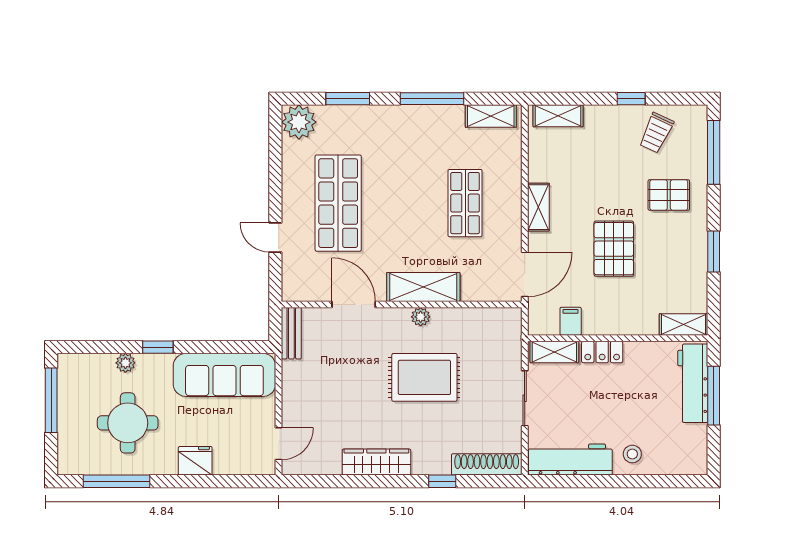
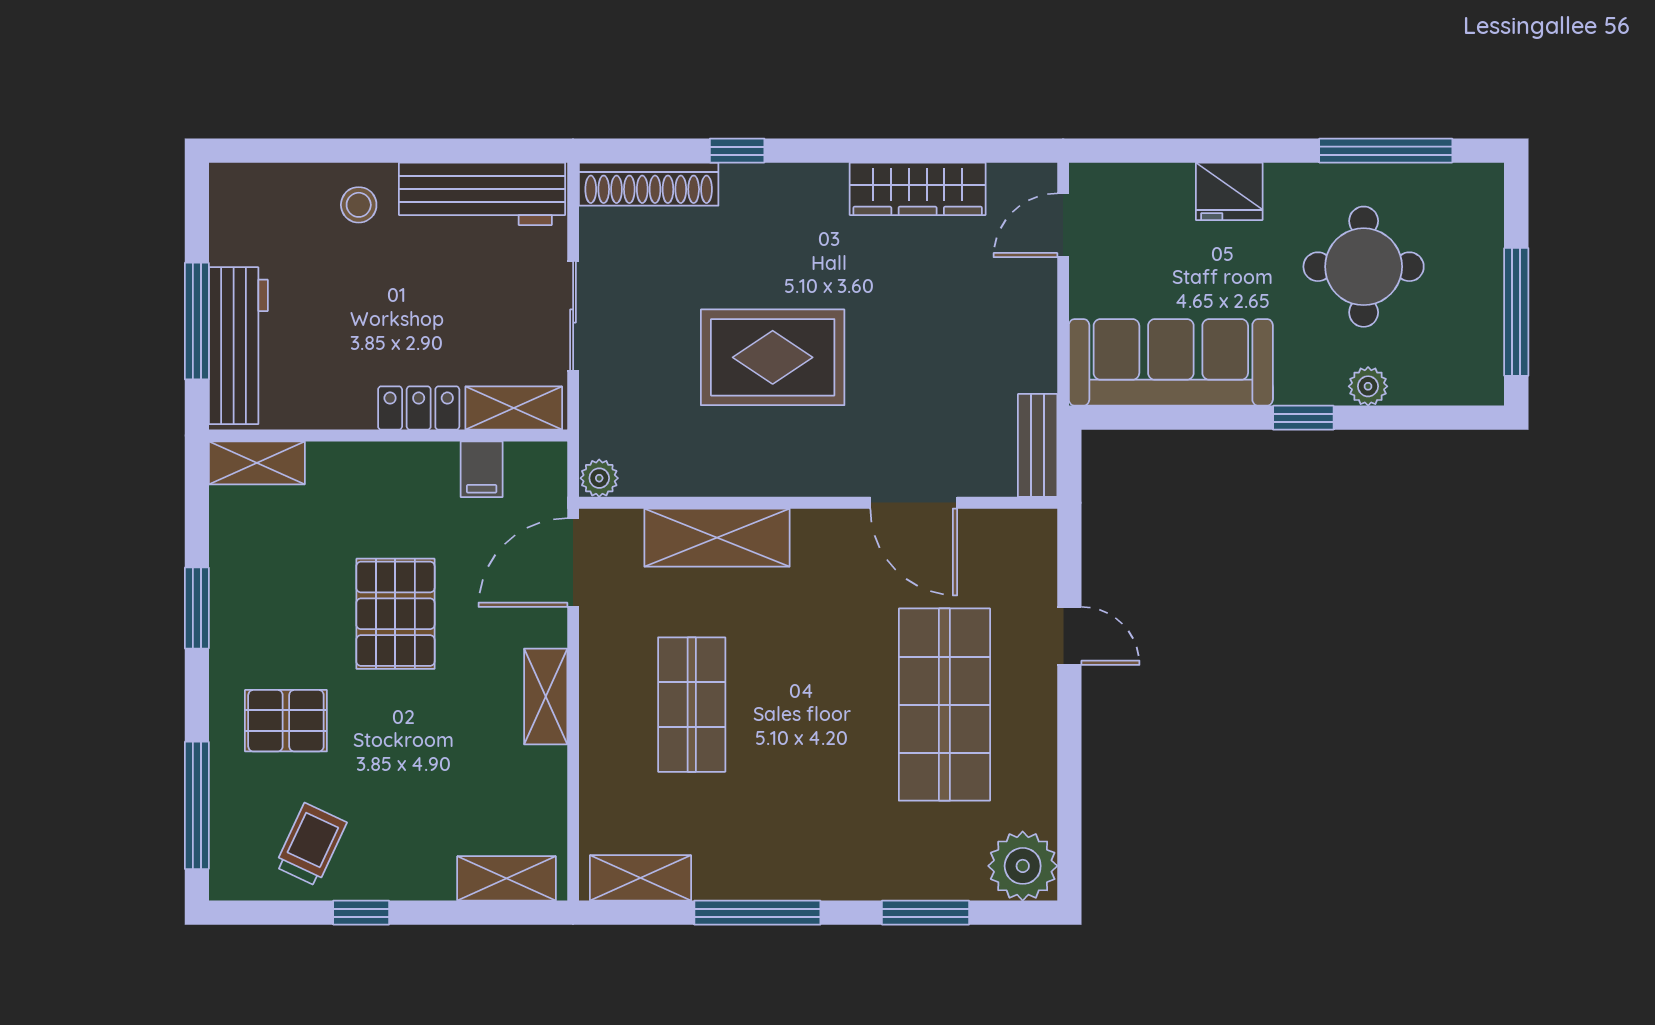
shelving: (423, 287) -> (717, 538), moved
plant: (421, 317) -> (599, 478), moved
wardrobe: (376, 462) -> (918, 189), moved

